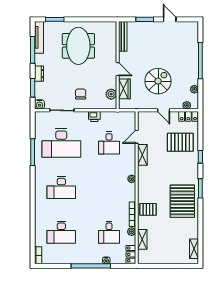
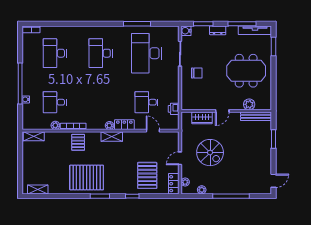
door: (170, 19) -> (273, 181), moved
plant: (111, 94) -> (249, 104), moved
printer: (94, 116) -> (174, 109), moved
shelving: (142, 155) -> (112, 137), moved
shelving: (142, 239) -> (34, 136), moved
locker: (131, 254) -> (124, 125), moved

